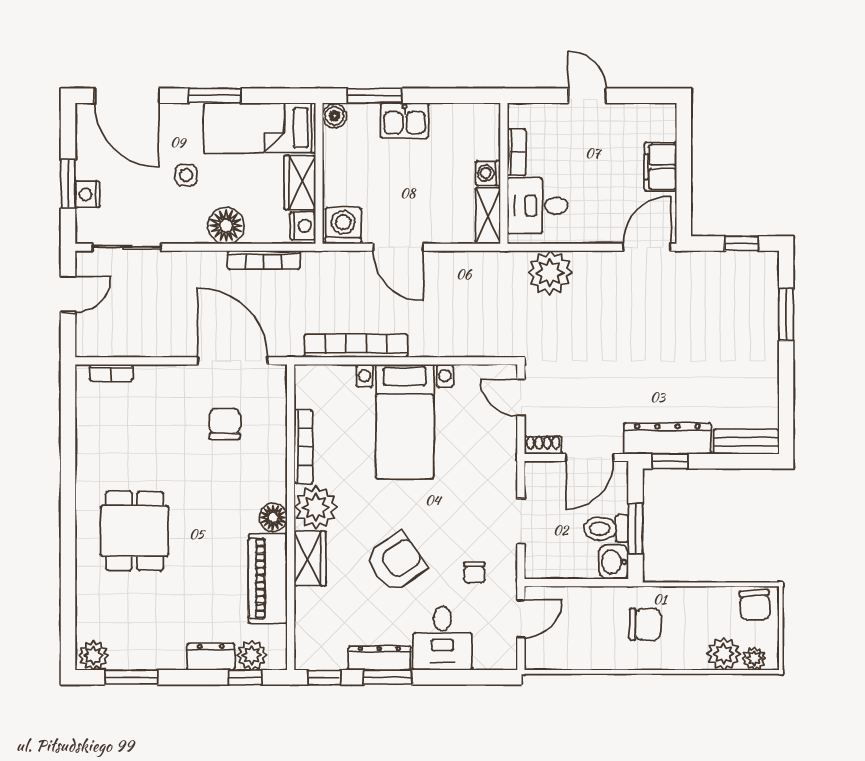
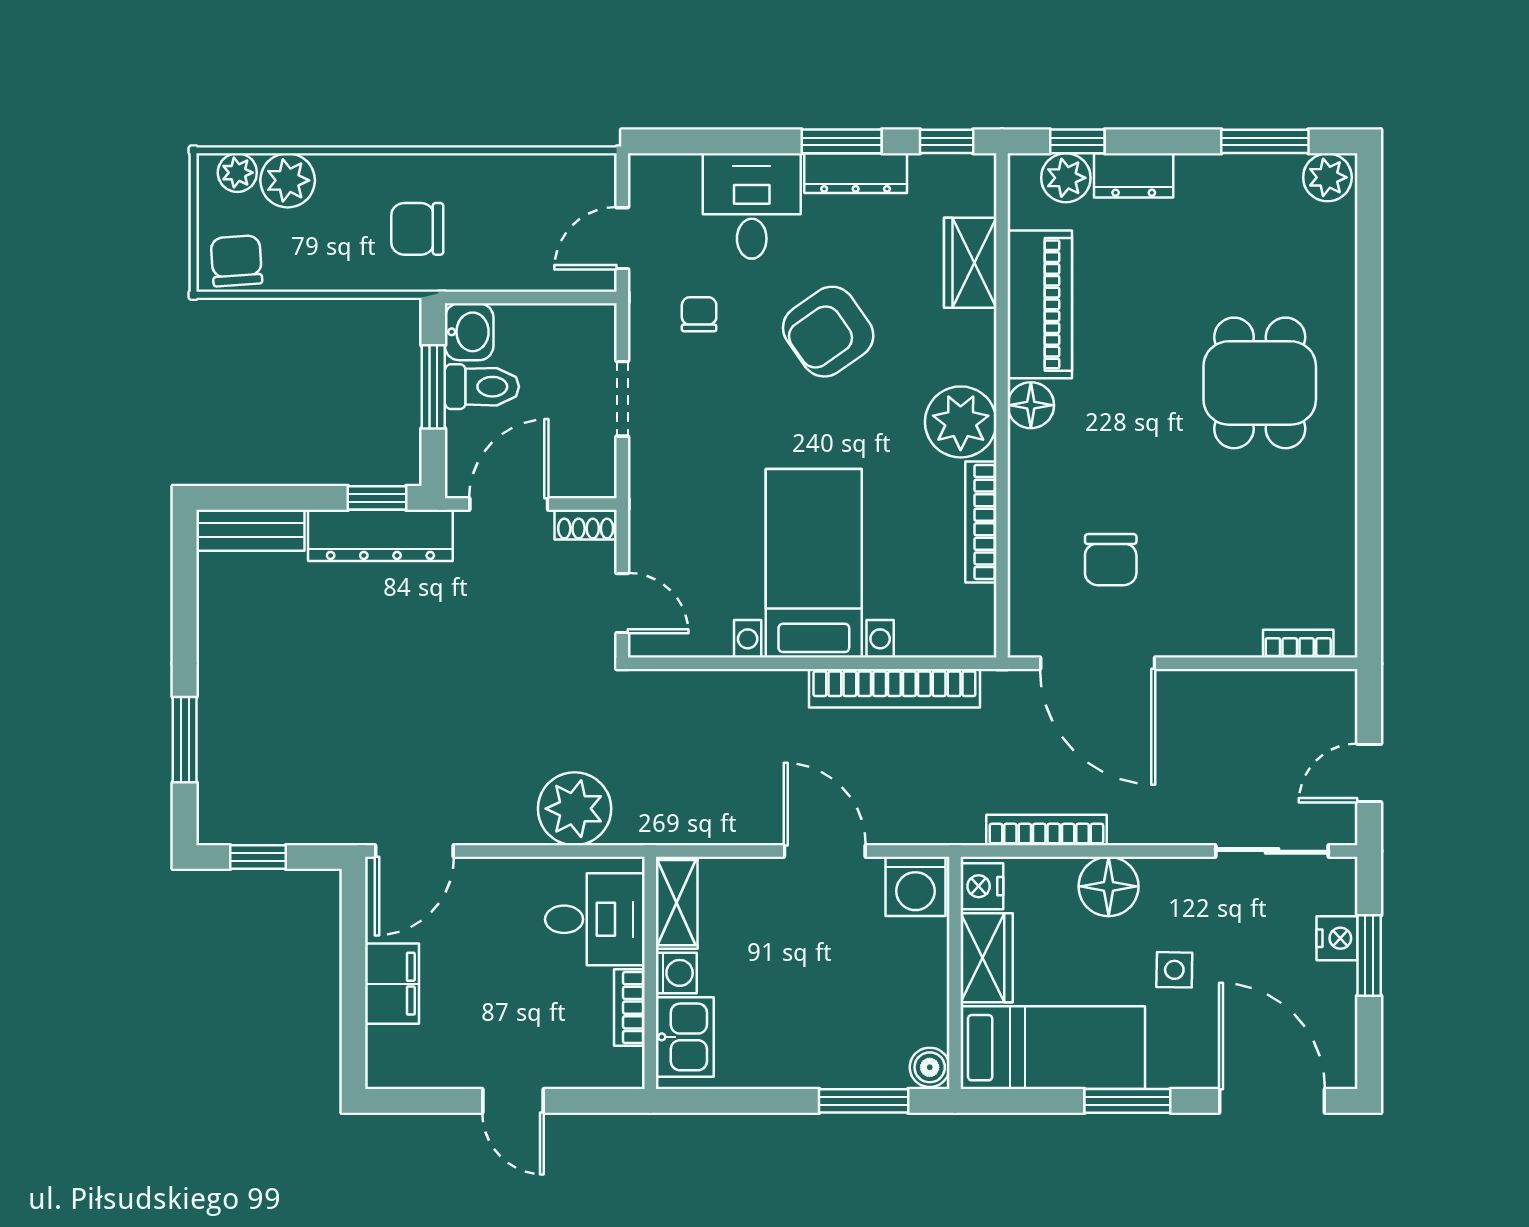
kitchen sink: (405, 120) -> (685, 1037), moved, turned 90
wardrobe: (310, 558) -> (970, 263), moved

